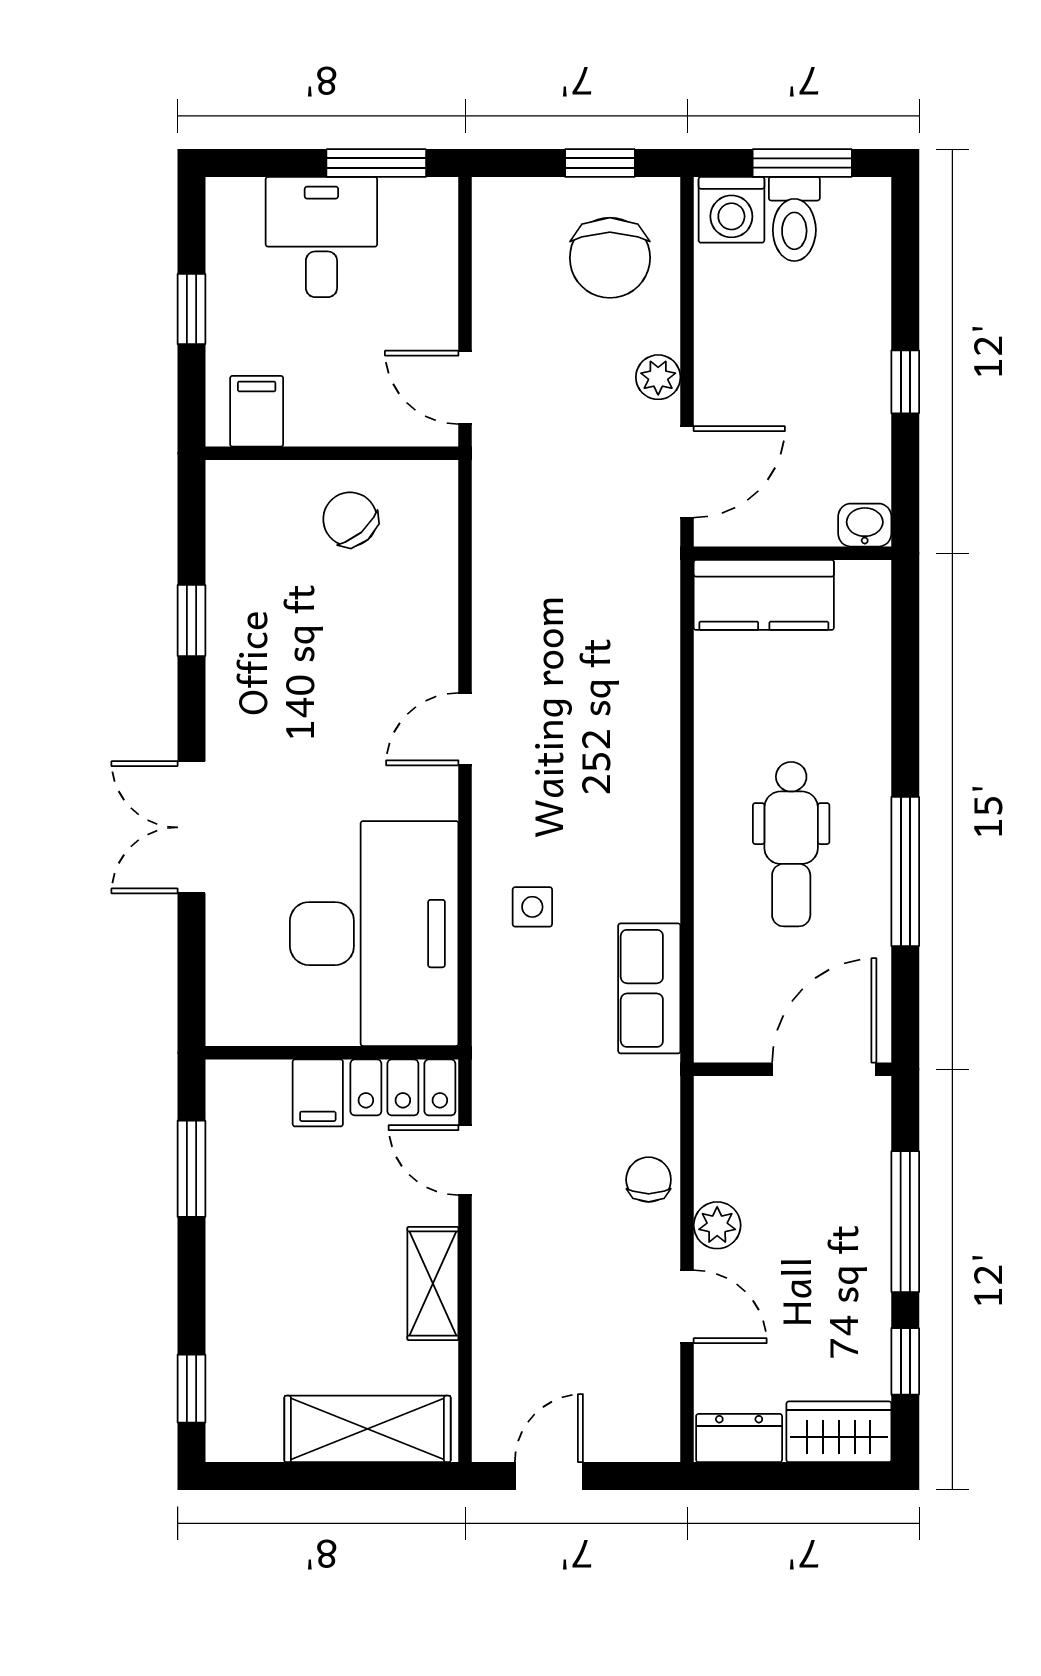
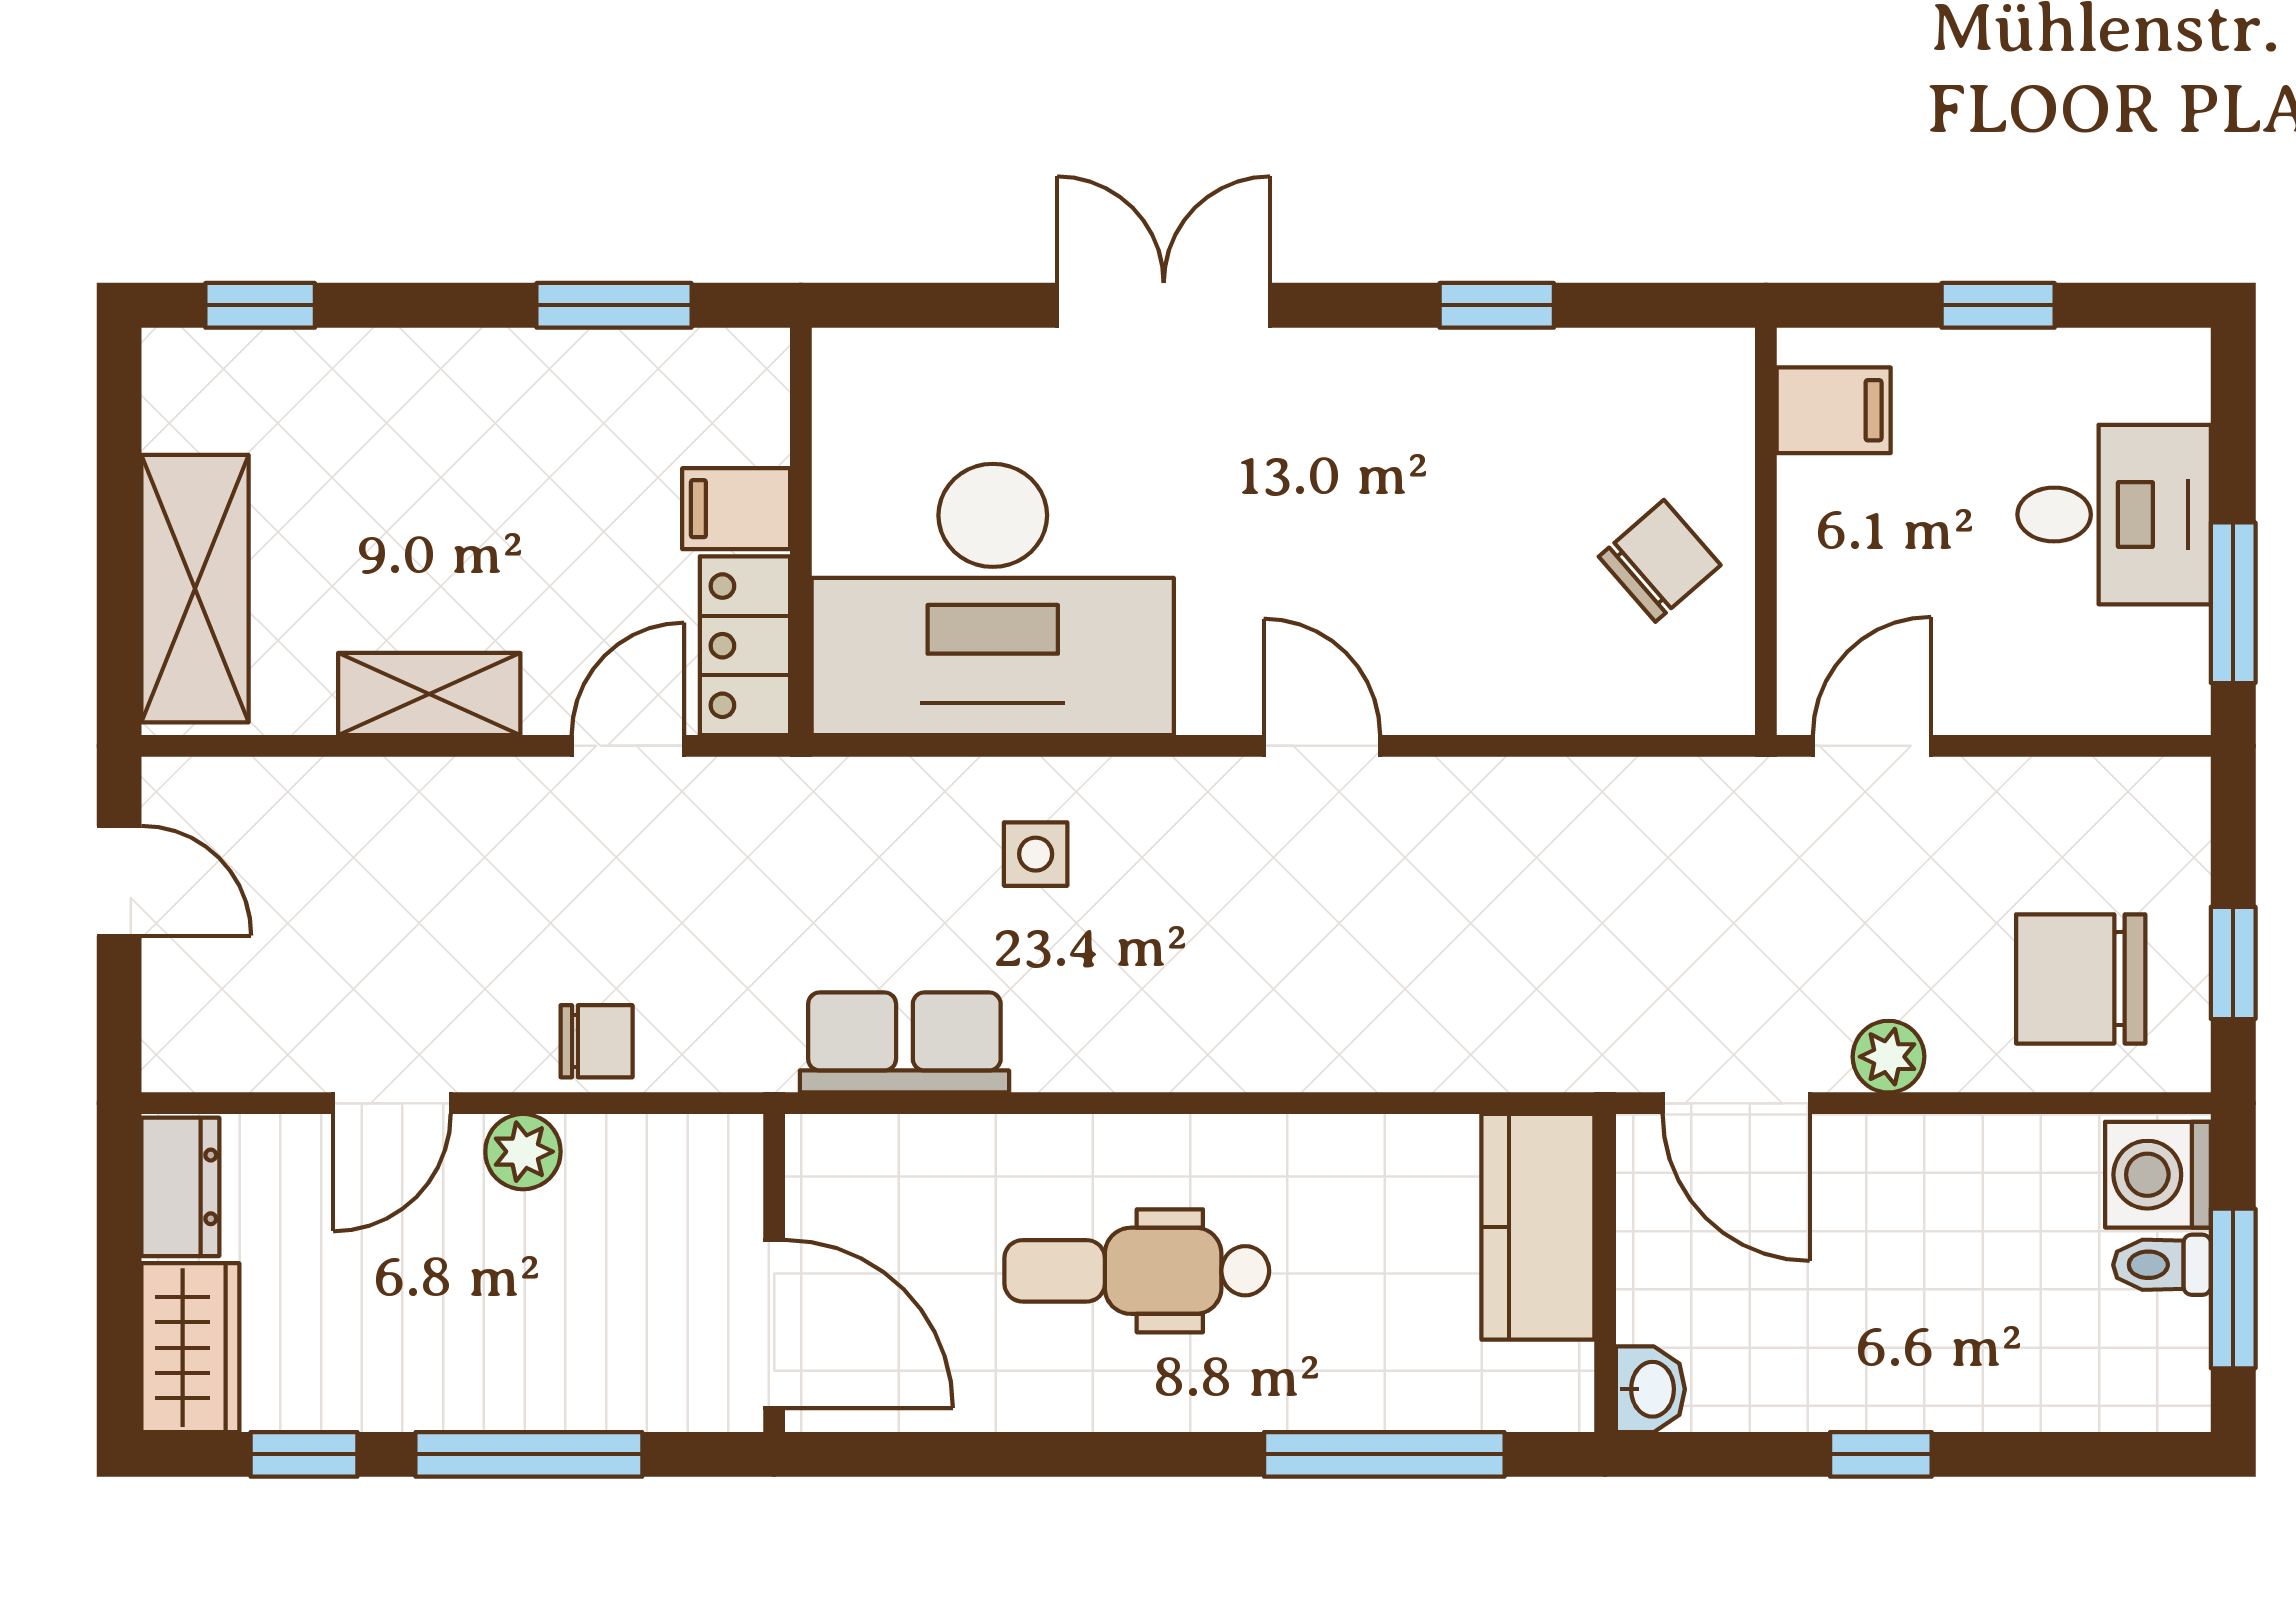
toilet: (794, 219) -> (2162, 1265), width x0.73, depth x0.72
window: (905, 871) -> (1384, 1454), moved

